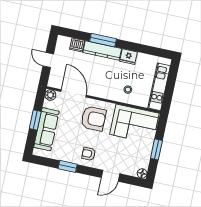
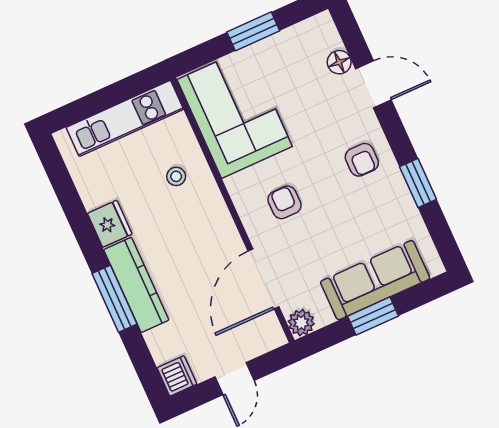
dishwasher: (77, 45) -> (177, 376), moved
armchair: (93, 119) -> (284, 202), width x0.53, depth x0.53
floor lamp: (142, 173) -> (339, 62), moved

